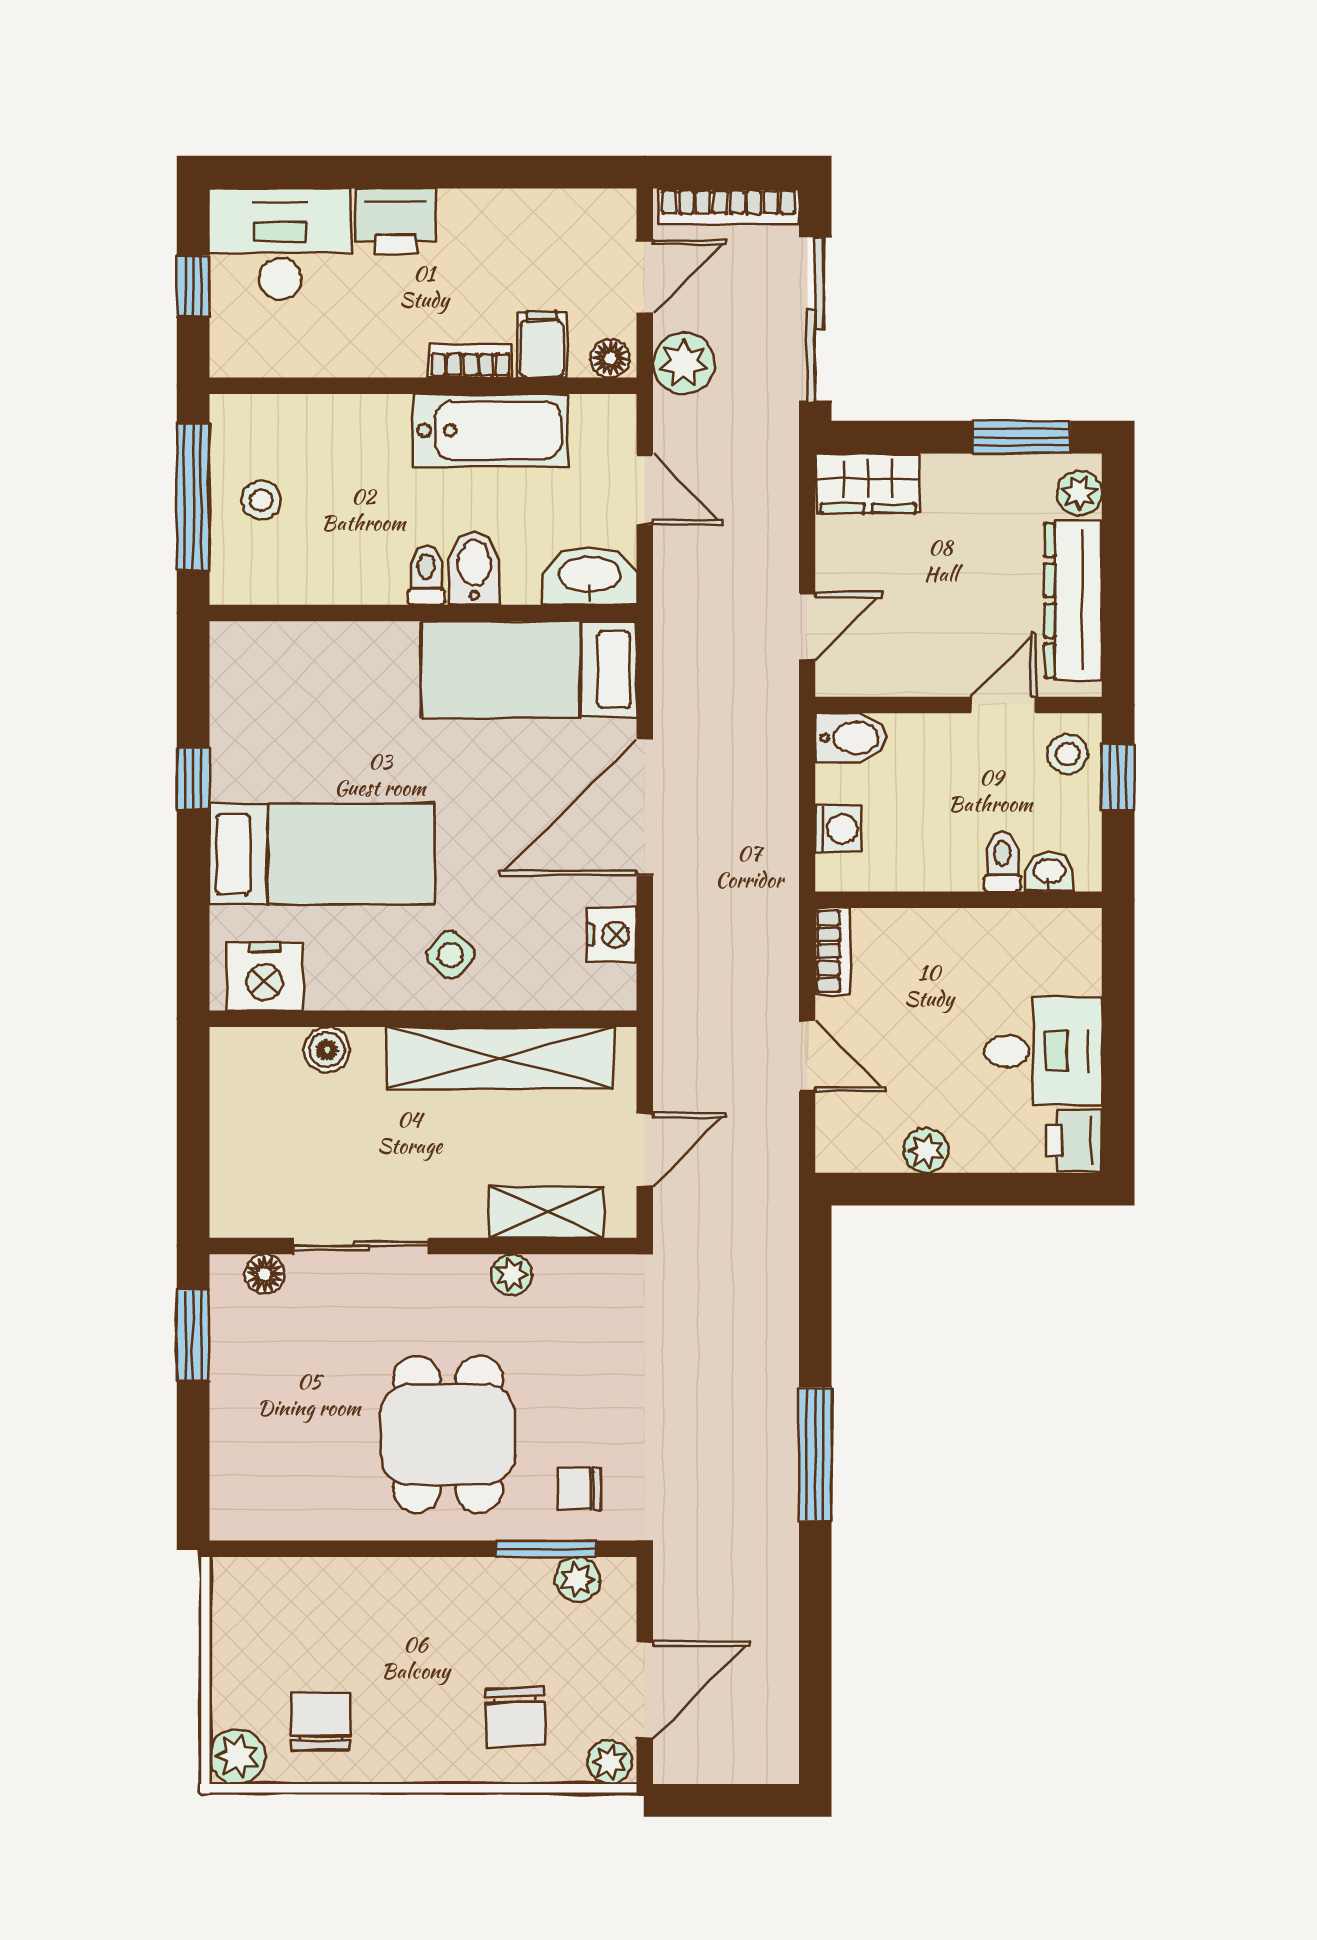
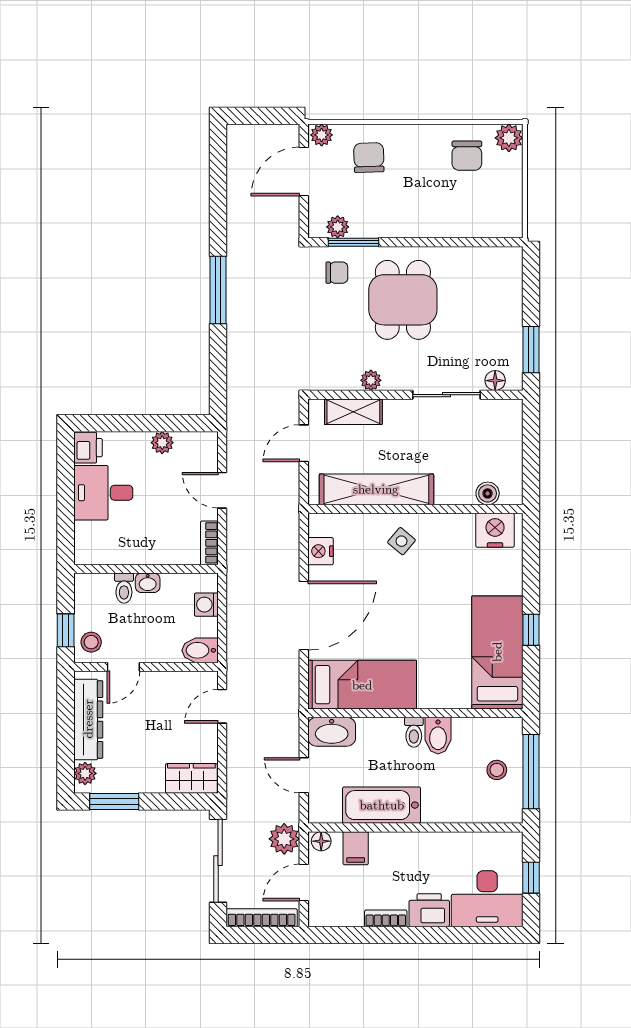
bookcase: (471, 361) -> (386, 918), moved, turned 180
bidet: (474, 568) -> (438, 736), moved
bed: (322, 854) -> (497, 652), moved, turned 90
washbasin: (1049, 872) -> (148, 583), moved
boiler: (327, 1050) -> (488, 493), moved

